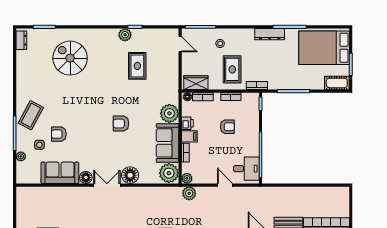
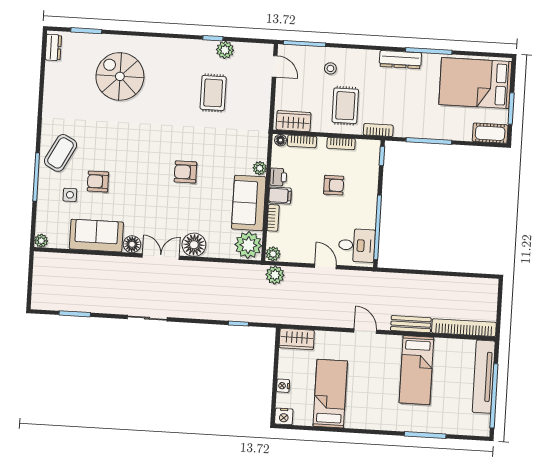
plant: (125, 35) -> (225, 50), moved
plant: (169, 113) -> (260, 168), width x0.53, depth x0.53
plant: (21, 156) -> (41, 241), moved

